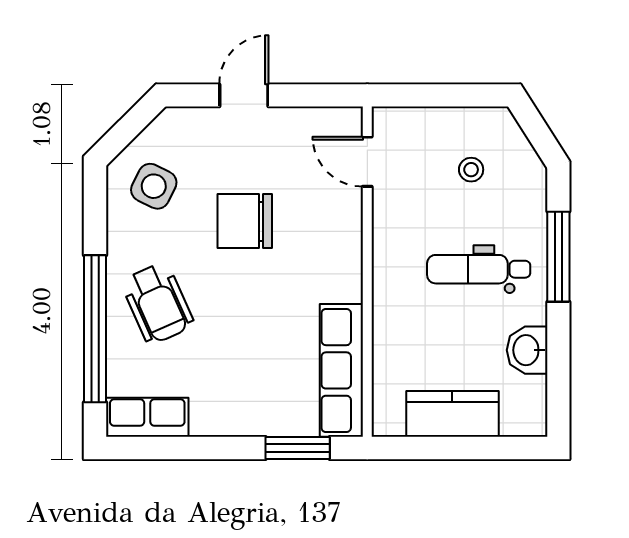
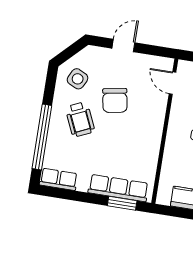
chair: (245, 221) -> (115, 100), turned -100
wheelchair: (158, 303) -> (80, 119), moved
row of seats: (341, 370) -> (118, 188), moved, turned 90

